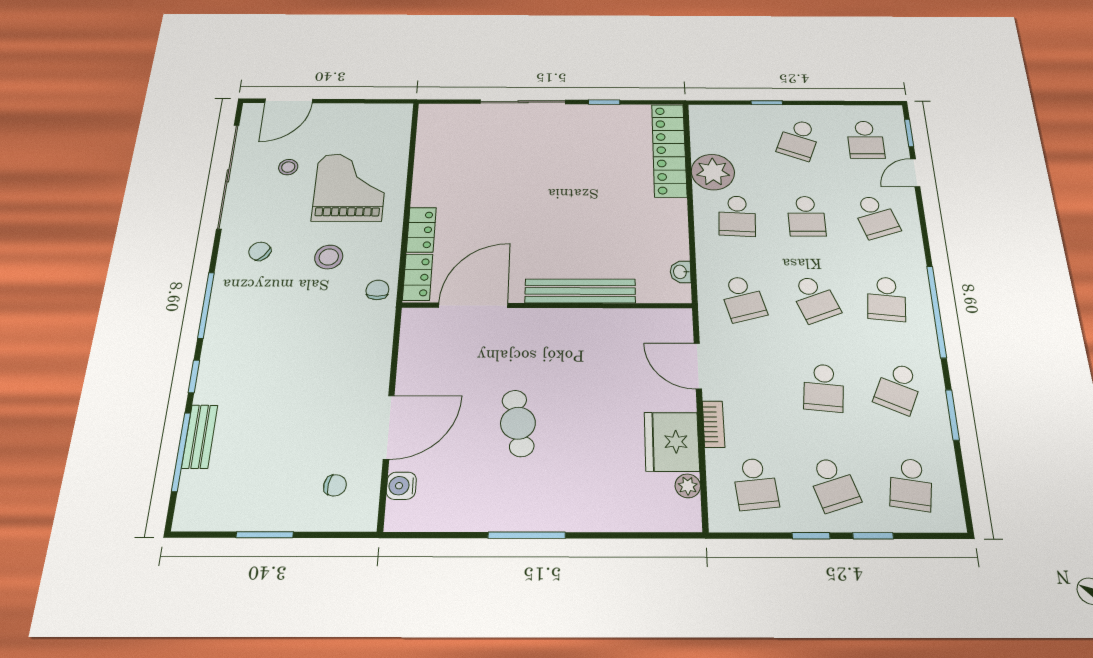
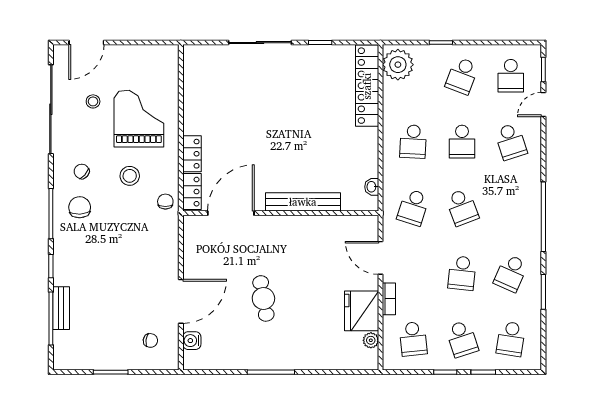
plant: (713, 172) -> (398, 65), moved
chair: (250, 297) -> (80, 207), added
school desk: (743, 298) -> (413, 207), turned 33
school desk: (887, 299) -> (511, 207), removed

